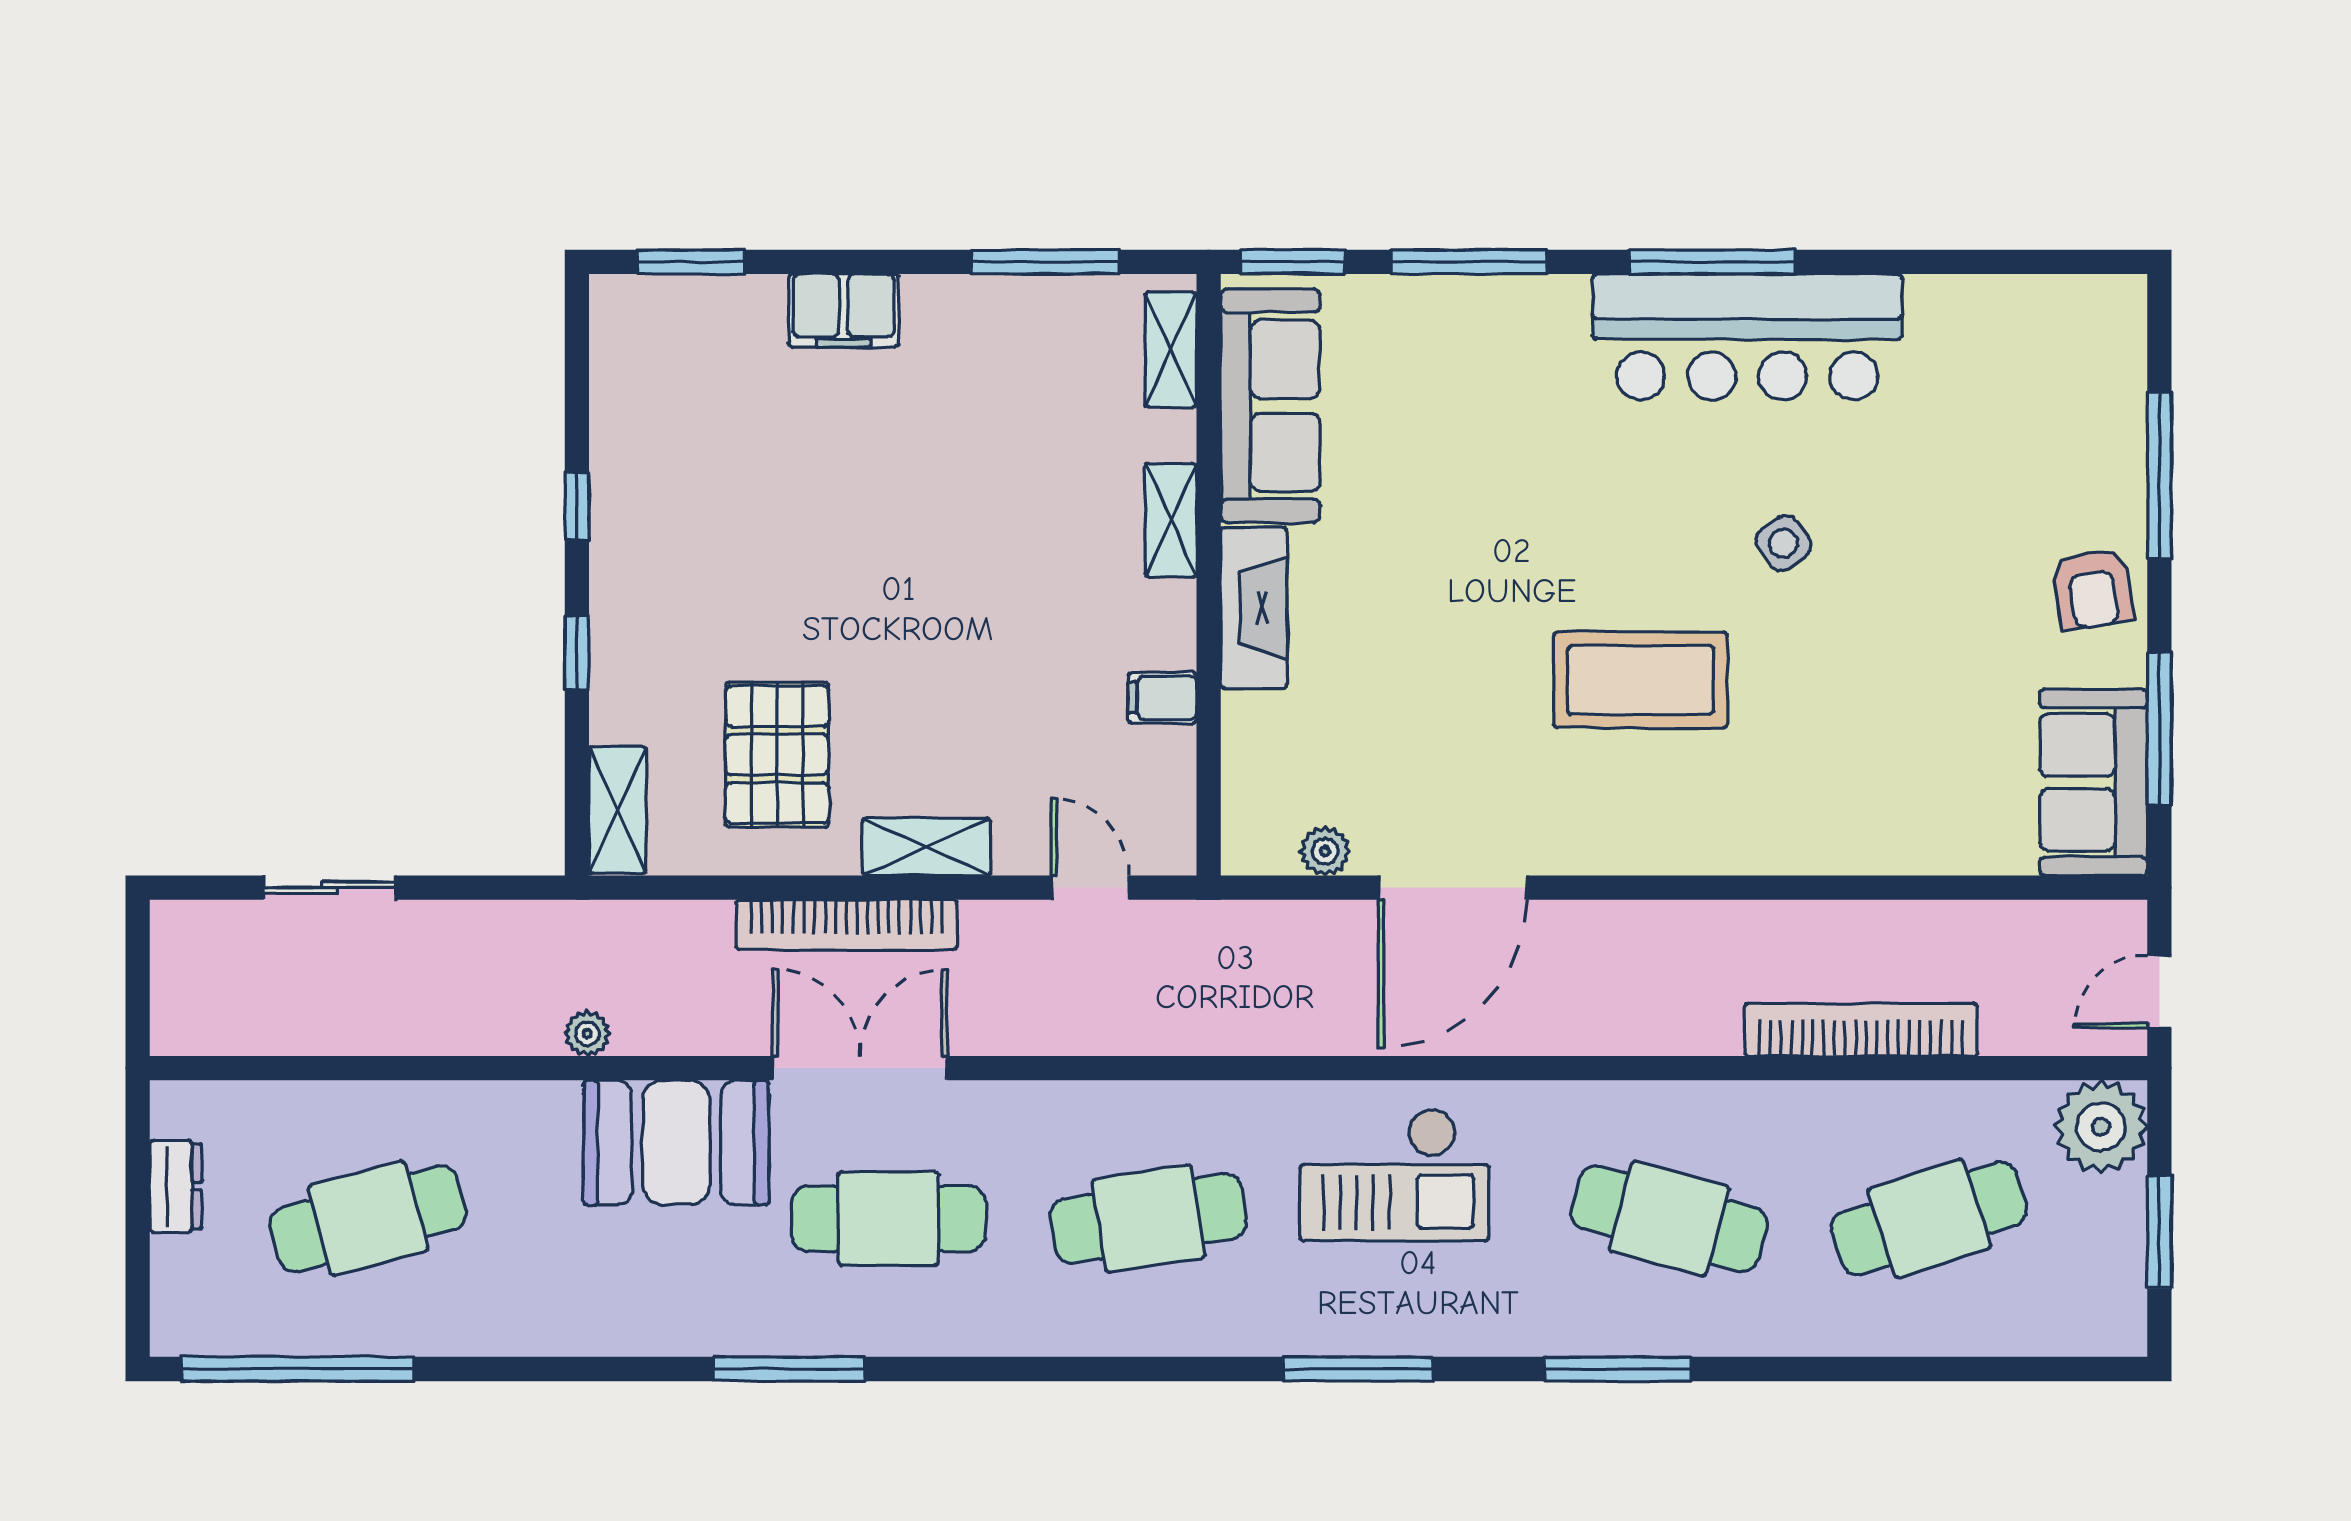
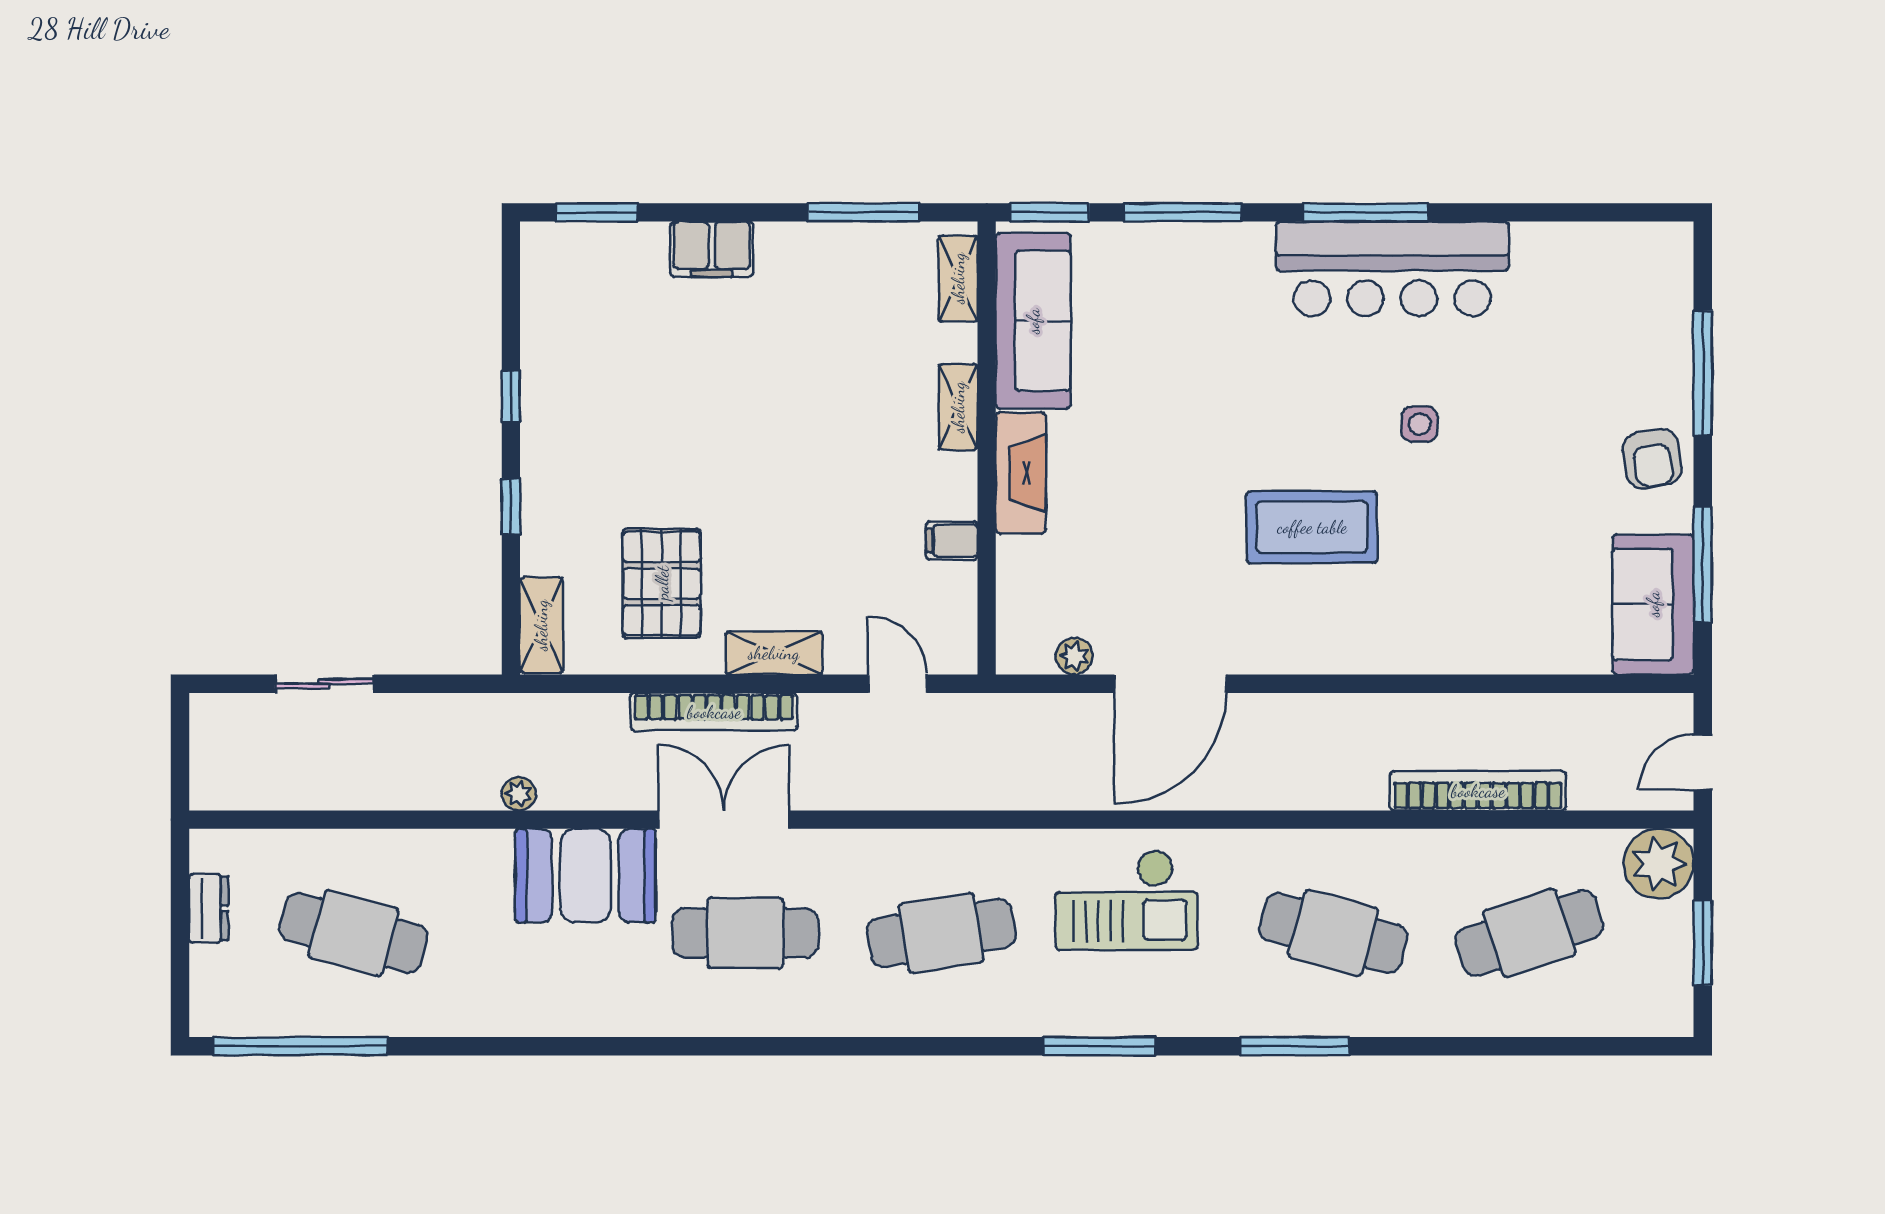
side table: (1783, 543) -> (1420, 424), turned 35
cafe table: (368, 1219) -> (353, 933), turned 30
window: (789, 1369) -> (670, 1046), removed

